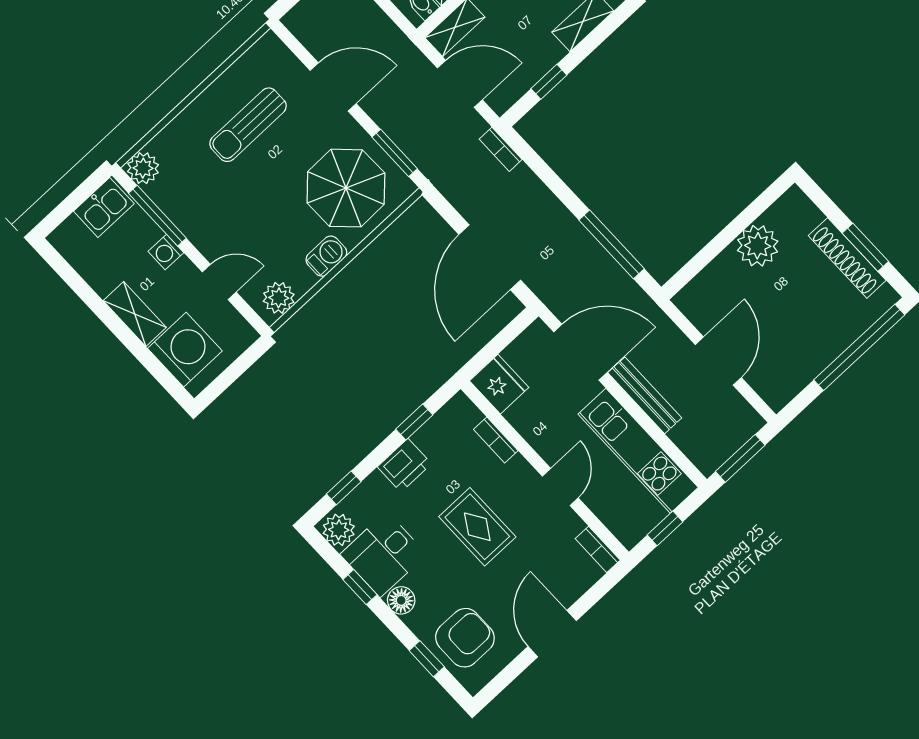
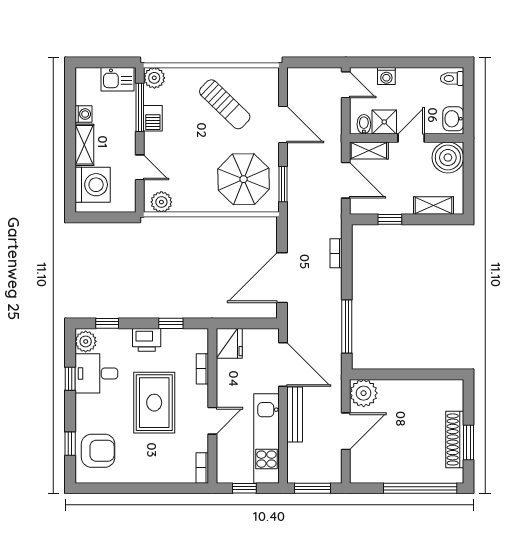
sun lounger: (248, 125) -> (225, 104), turned -136
bookcase: (501, 149) -> (336, 253), moved
plant: (758, 246) -> (364, 393), moved
washing machine: (166, 252) -> (83, 114), moved, turned 180
barbecue: (326, 256) -> (153, 118), moved, turned 90
rug: (477, 527) -> (154, 403), width x1.36, depth x1.43
floor lamp: (401, 600) -> (84, 404), removed
door: (552, 634) -> (142, 488), removed

